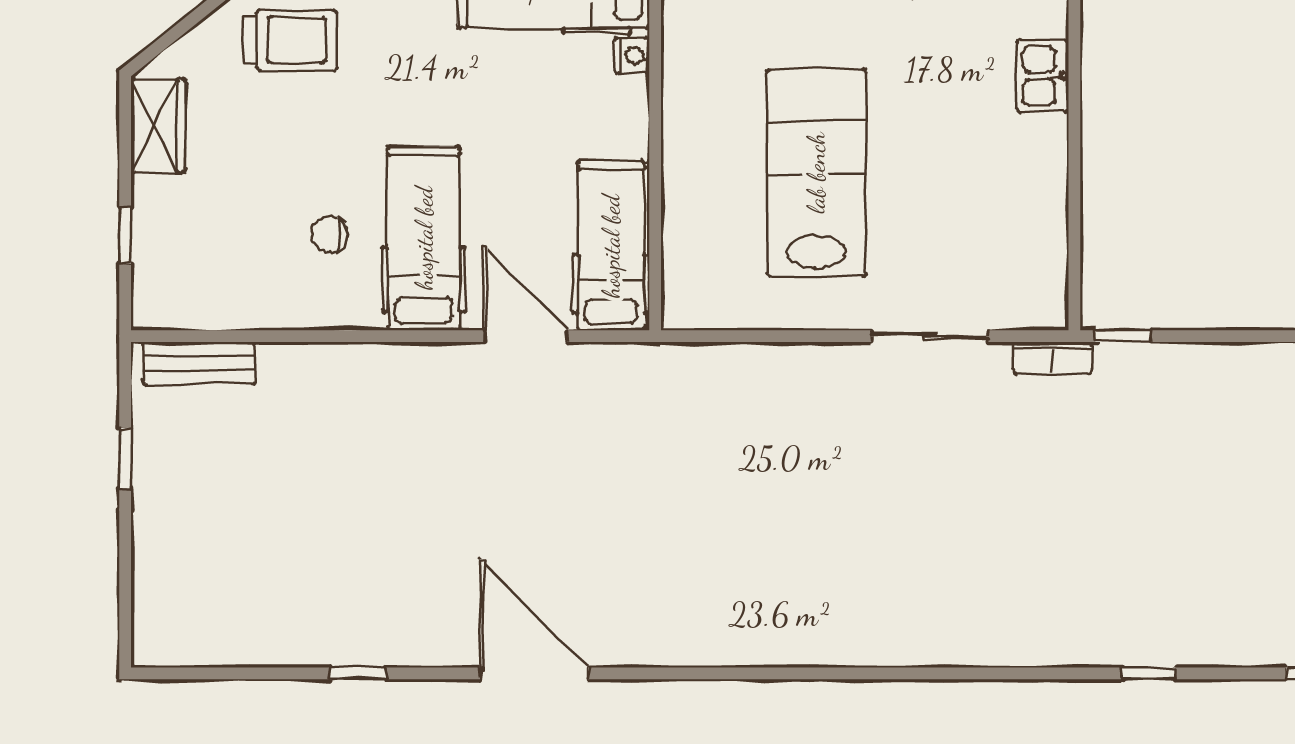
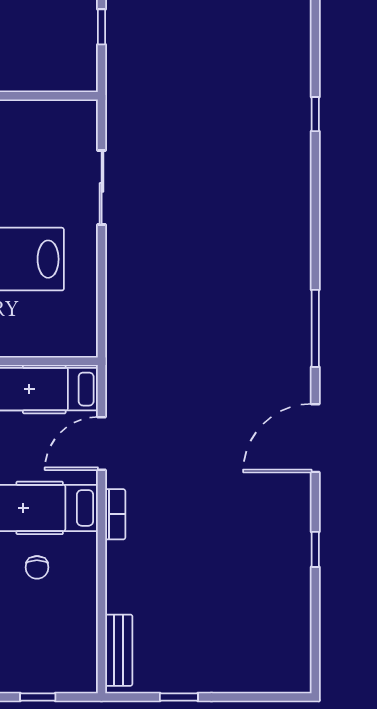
window: (1123, 336) -> (102, 27), moved
bookcase: (1052, 358) -> (115, 514), moved
window: (707, 673) -> (315, 328), added
window: (1148, 673) -> (315, 114), moved

